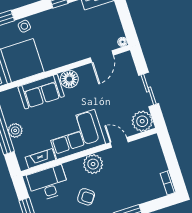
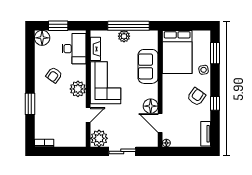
armchair: (58, 24) -> (196, 97), added
floor lamp: (69, 79) -> (151, 106), moved

